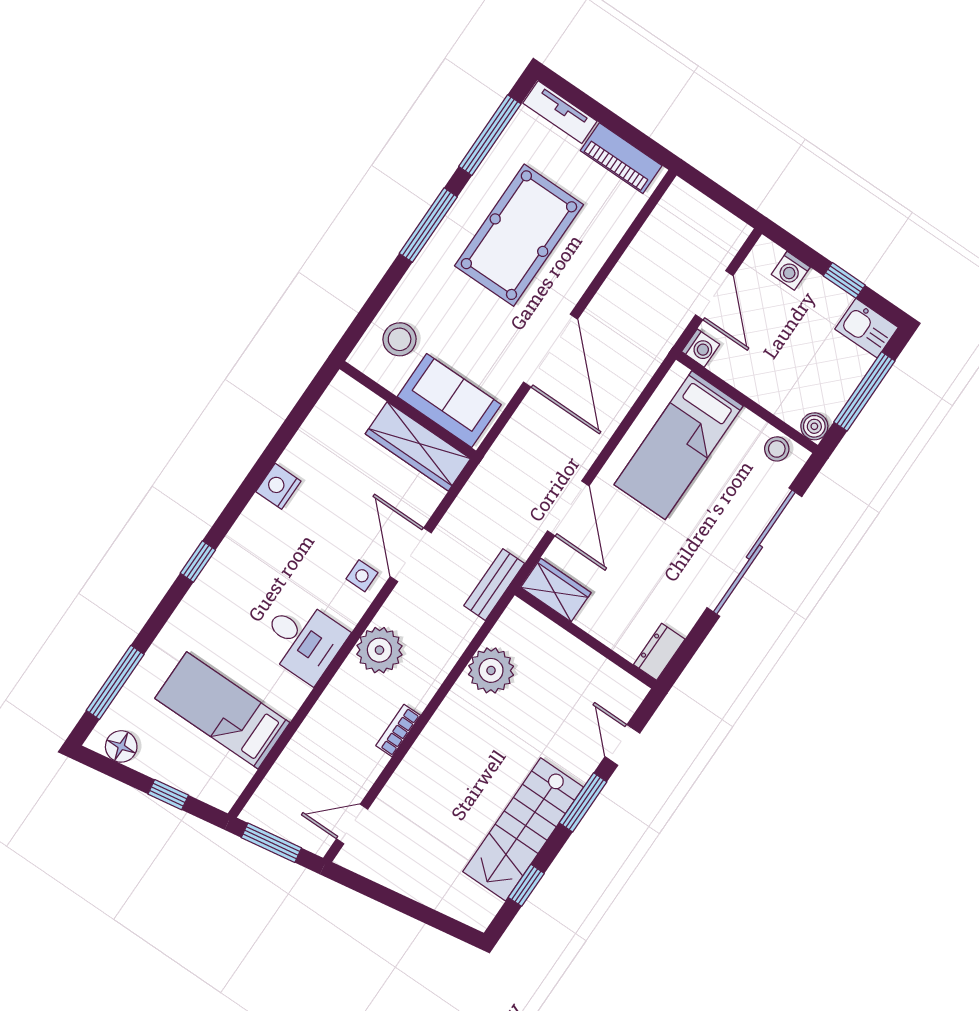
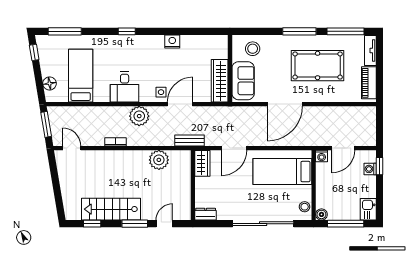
window: (844, 280) -> (380, 166), moved
floor lamp: (121, 746) -> (50, 83), moved
window: (168, 795) -> (34, 52), moved

